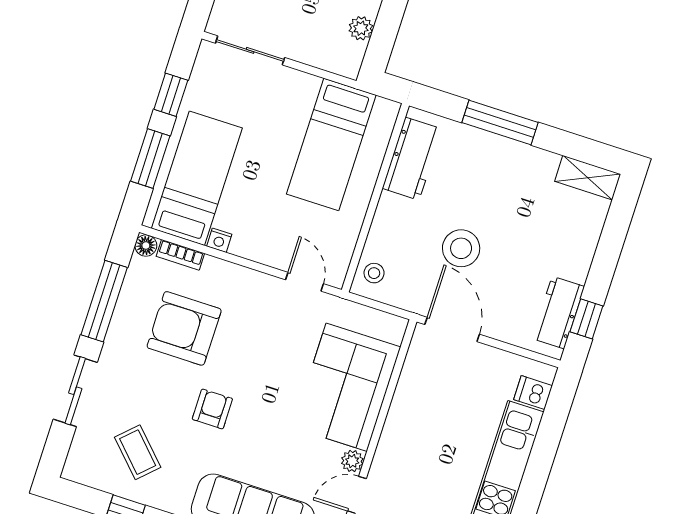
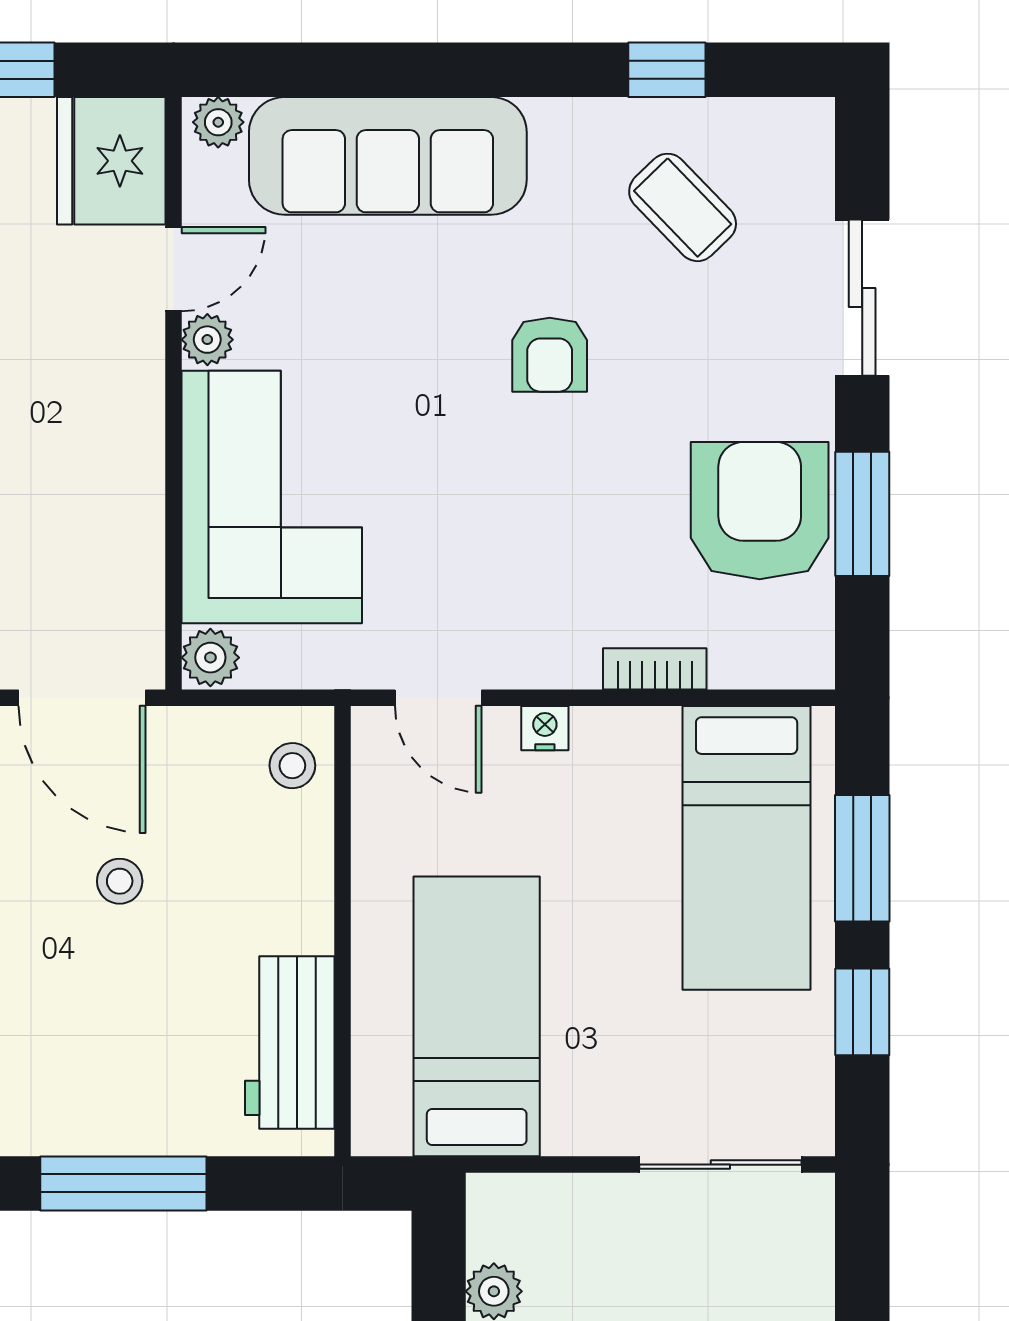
nightstand: (219, 240) -> (545, 728), moved
floor lamp: (146, 246) -> (810, 665), removed
stool: (461, 248) -> (120, 881), width x0.53, depth x0.53
bookcase: (180, 255) -> (655, 669), moved
window: (104, 301) -> (862, 514), width x0.69
armchair: (184, 328) -> (760, 511), moved, turned -90
plant: (394, 329) -> (210, 658), added

